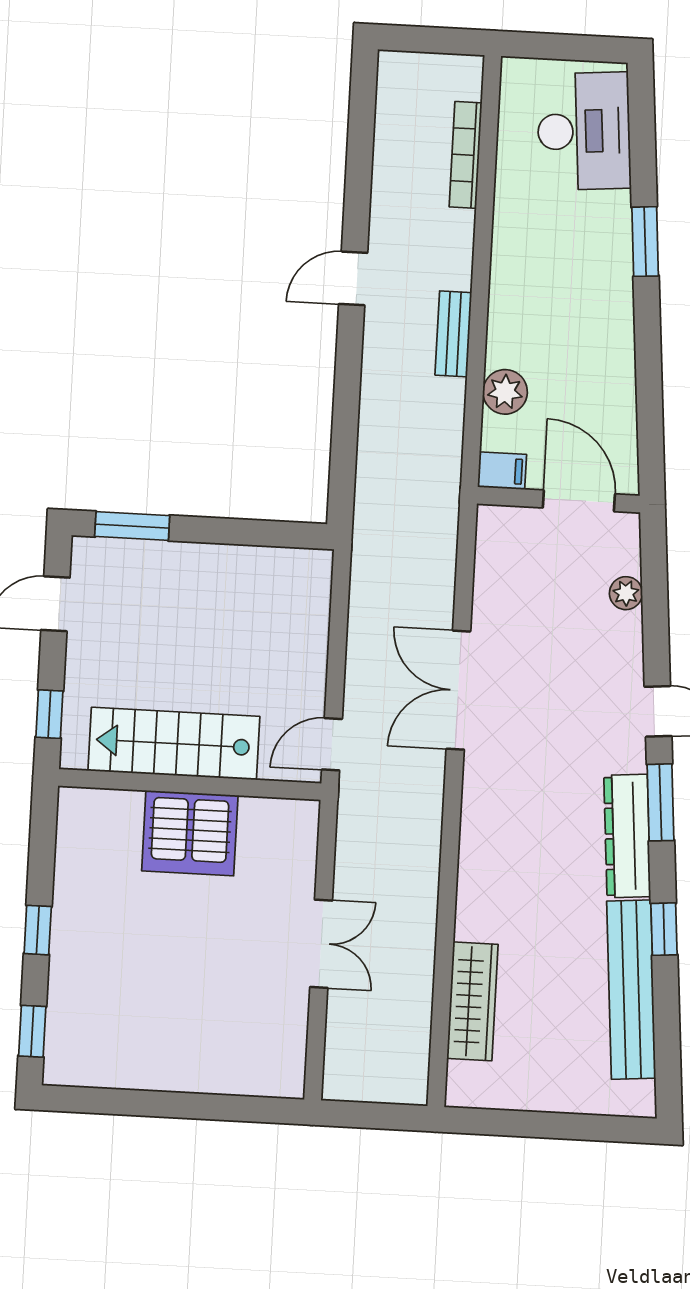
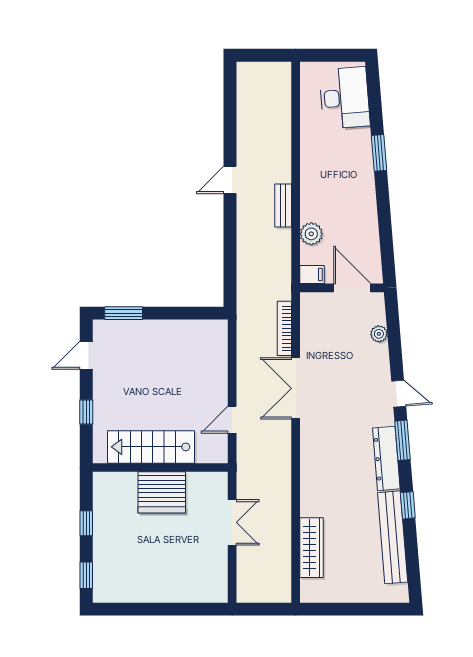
bookcase: (466, 155) -> (284, 328), moved
stairs: (174, 744) -> (151, 447), moved
wall: (190, 785) -> (160, 467), moved
server rack: (190, 833) -> (162, 492), moved

